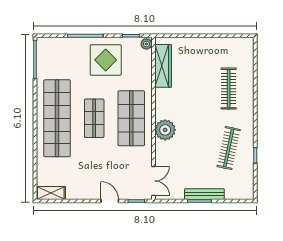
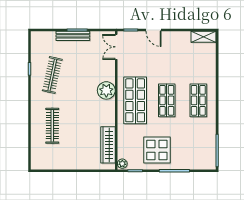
shop shelf: (57, 118) -> (198, 100), width x0.50, depth x0.74

